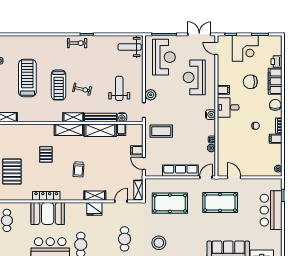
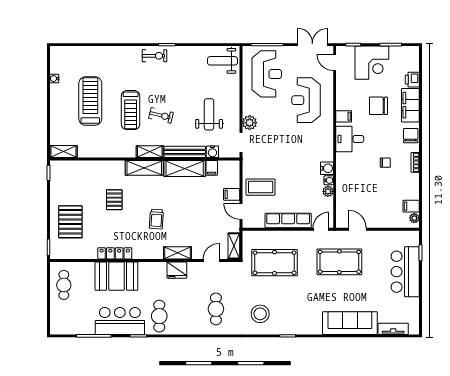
water cooler: (210, 115) -> (327, 168), moved
coffee table: (161, 131) -> (261, 187), moved
filing cabinet: (276, 139) -> (411, 206), moved

